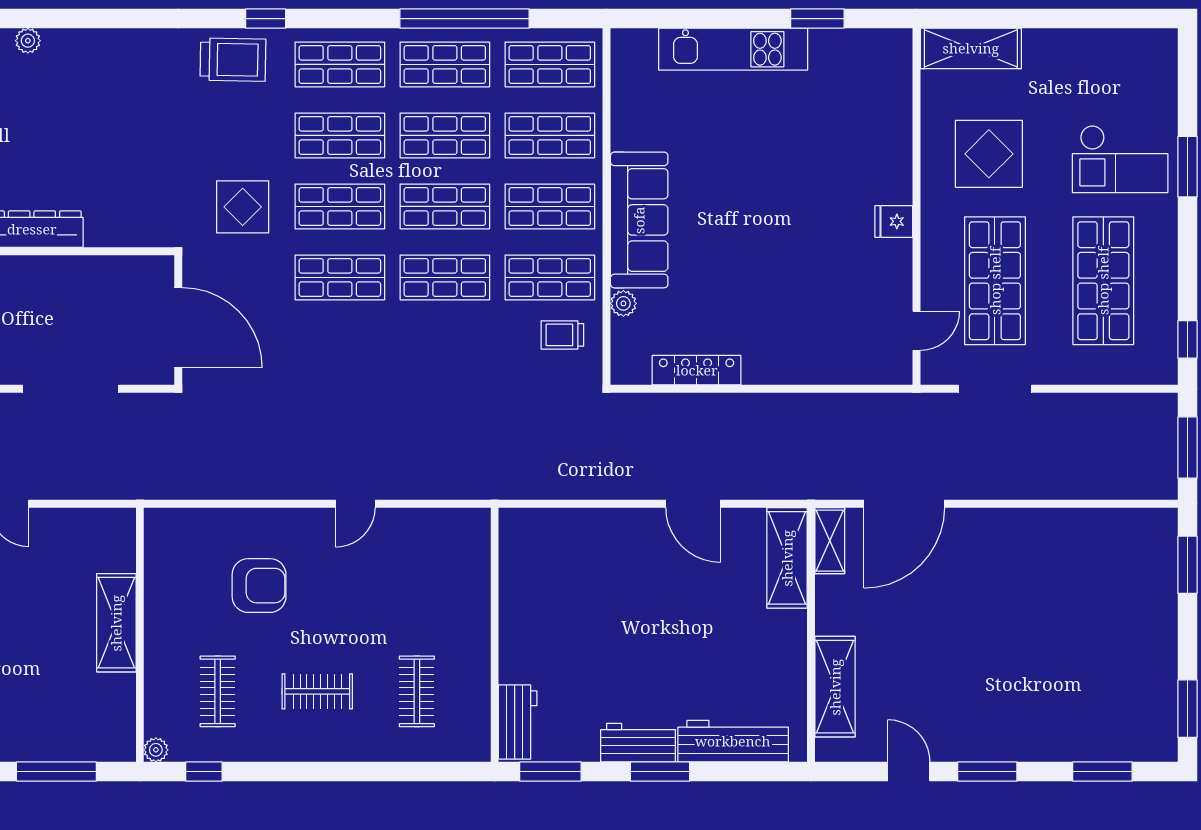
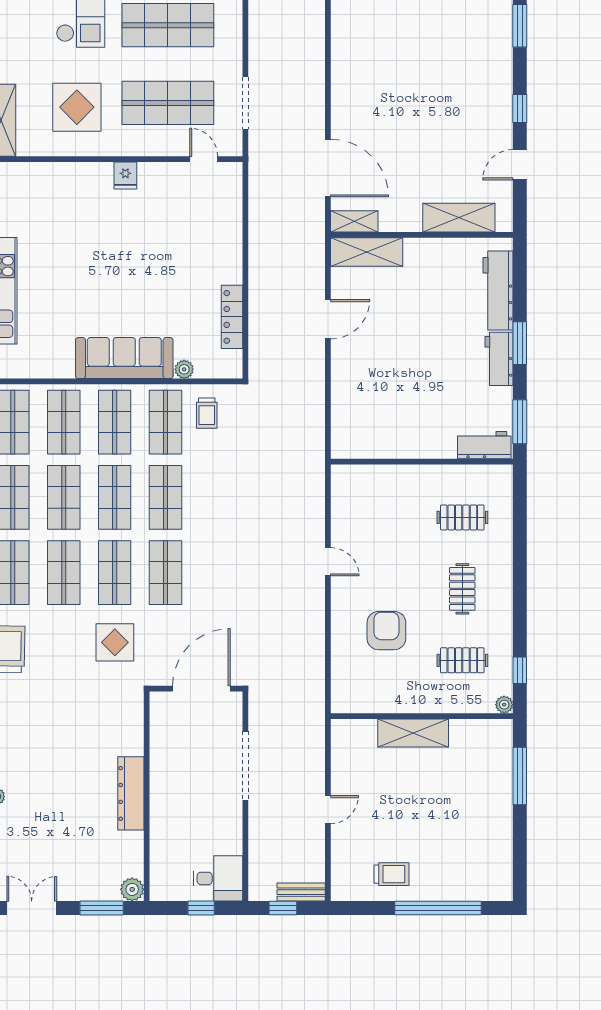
window: (987, 772) -> (520, 108), width x0.67

